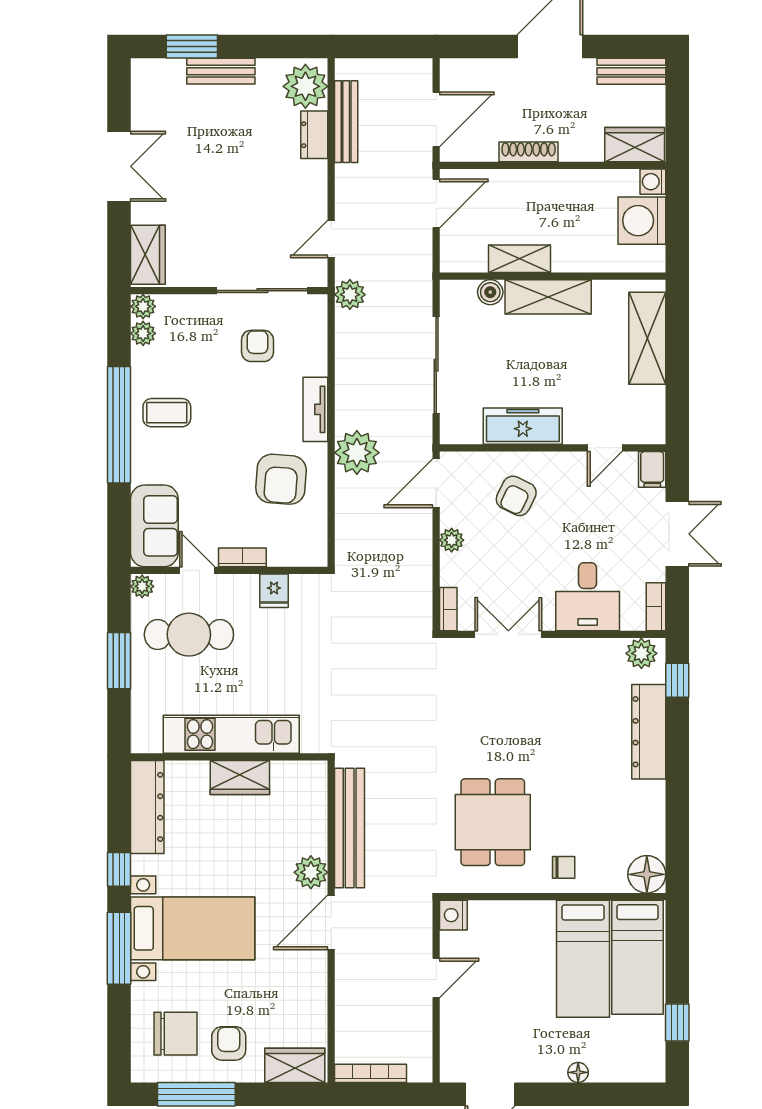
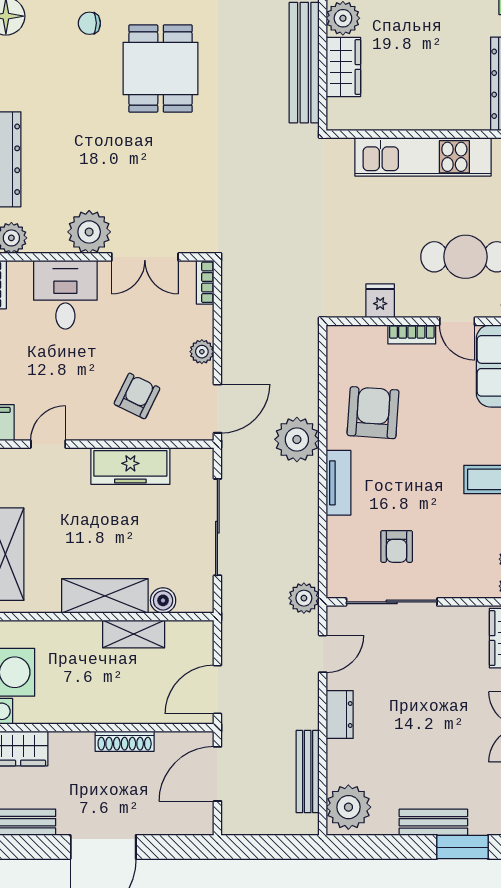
dresser: (314, 135) -> (340, 715), moved
plant: (564, 659) -> (89, 232), added
wardrobe: (240, 777) -> (343, 67), moved, turned 90

